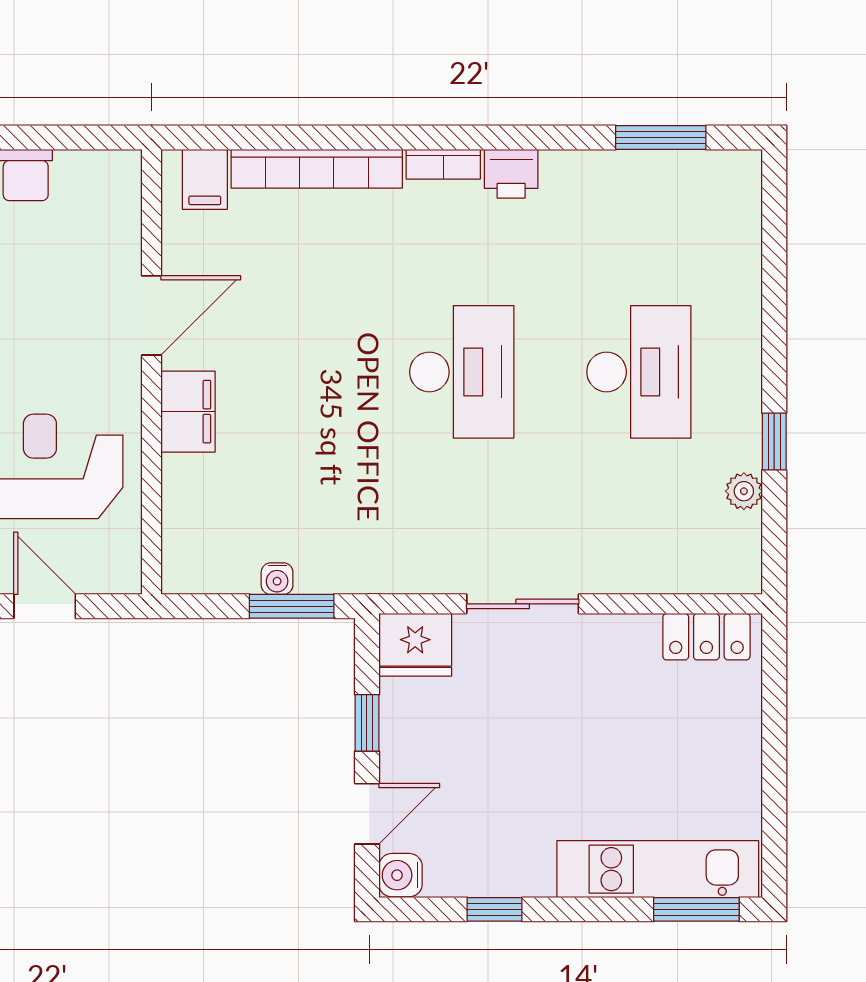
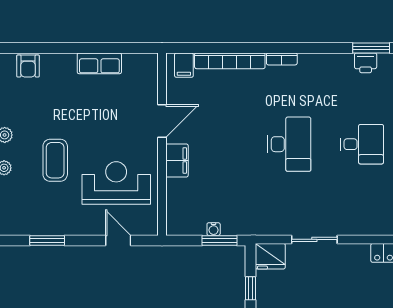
printer: (511, 174) -> (366, 63), moved
desk: (639, 372) -> (362, 144), width x0.73

